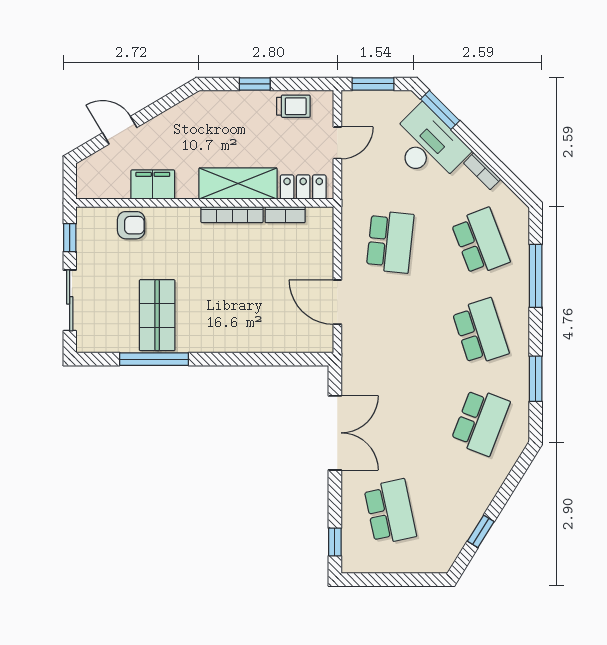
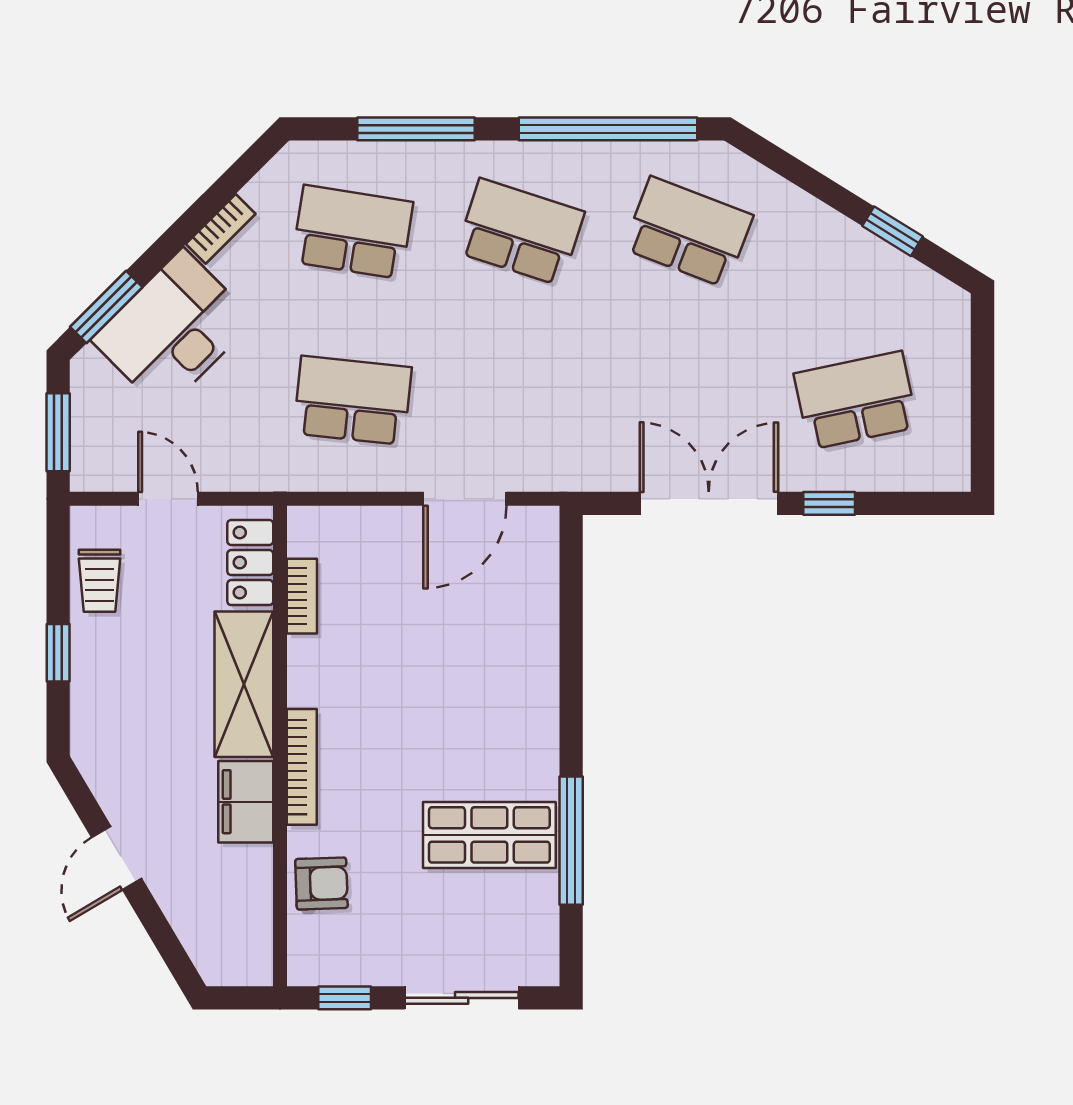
trolley: (293, 106) -> (100, 581), turned 180
door: (120, 130) -> (117, 858), moved
filing cabinet: (153, 185) -> (246, 802), moved
bookcase: (232, 215) -> (302, 767), moved
armchair: (131, 225) -> (321, 883), turned 88
school desk: (480, 242) -> (352, 232), turned 30
school desk: (480, 332) -> (520, 232), turned 36
window: (536, 379) -> (608, 129), width x2.11
window: (335, 542) -> (829, 503), moved

